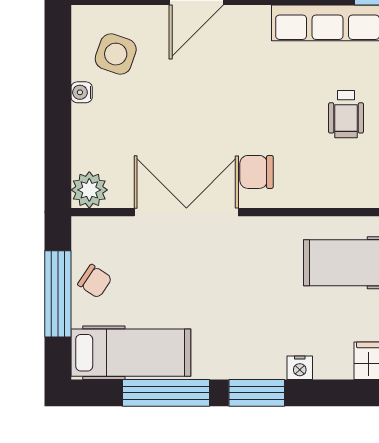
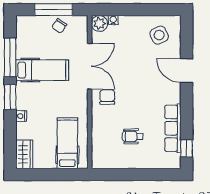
side table: (116, 54) -> (159, 35), turned 45
water cooler: (82, 92) -> (113, 20), moved
hospital bed: (131, 353) -> (42, 70), moved, turned -90

